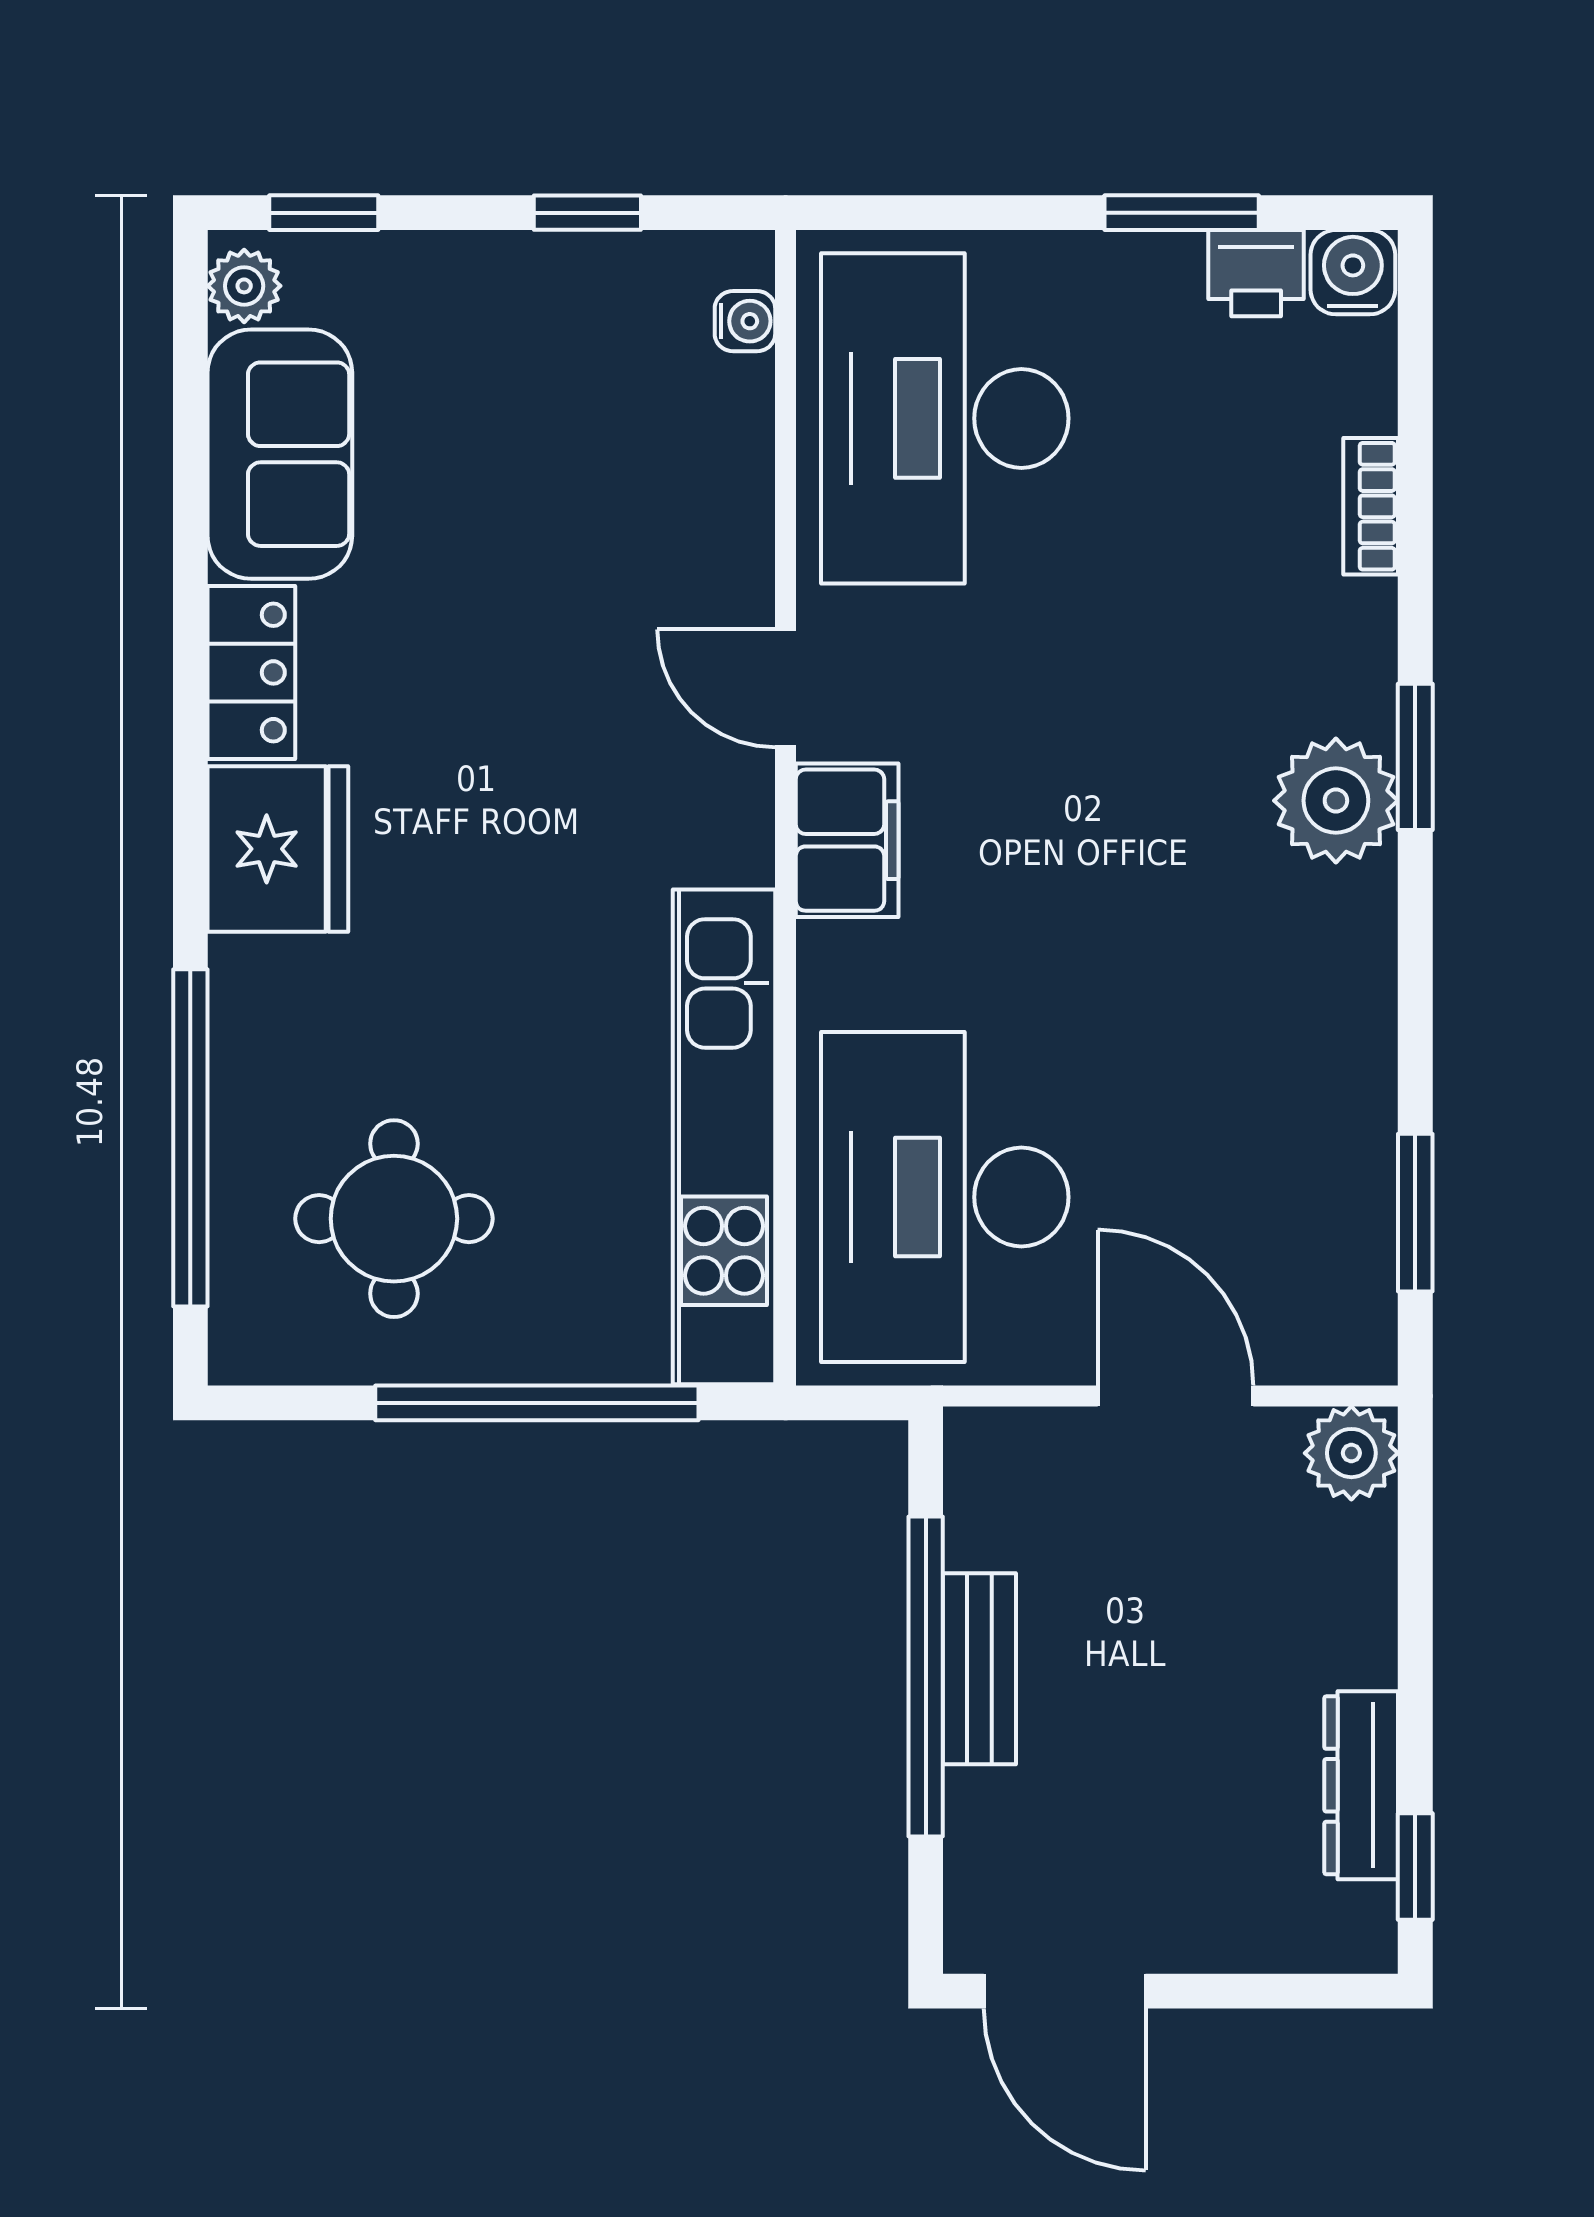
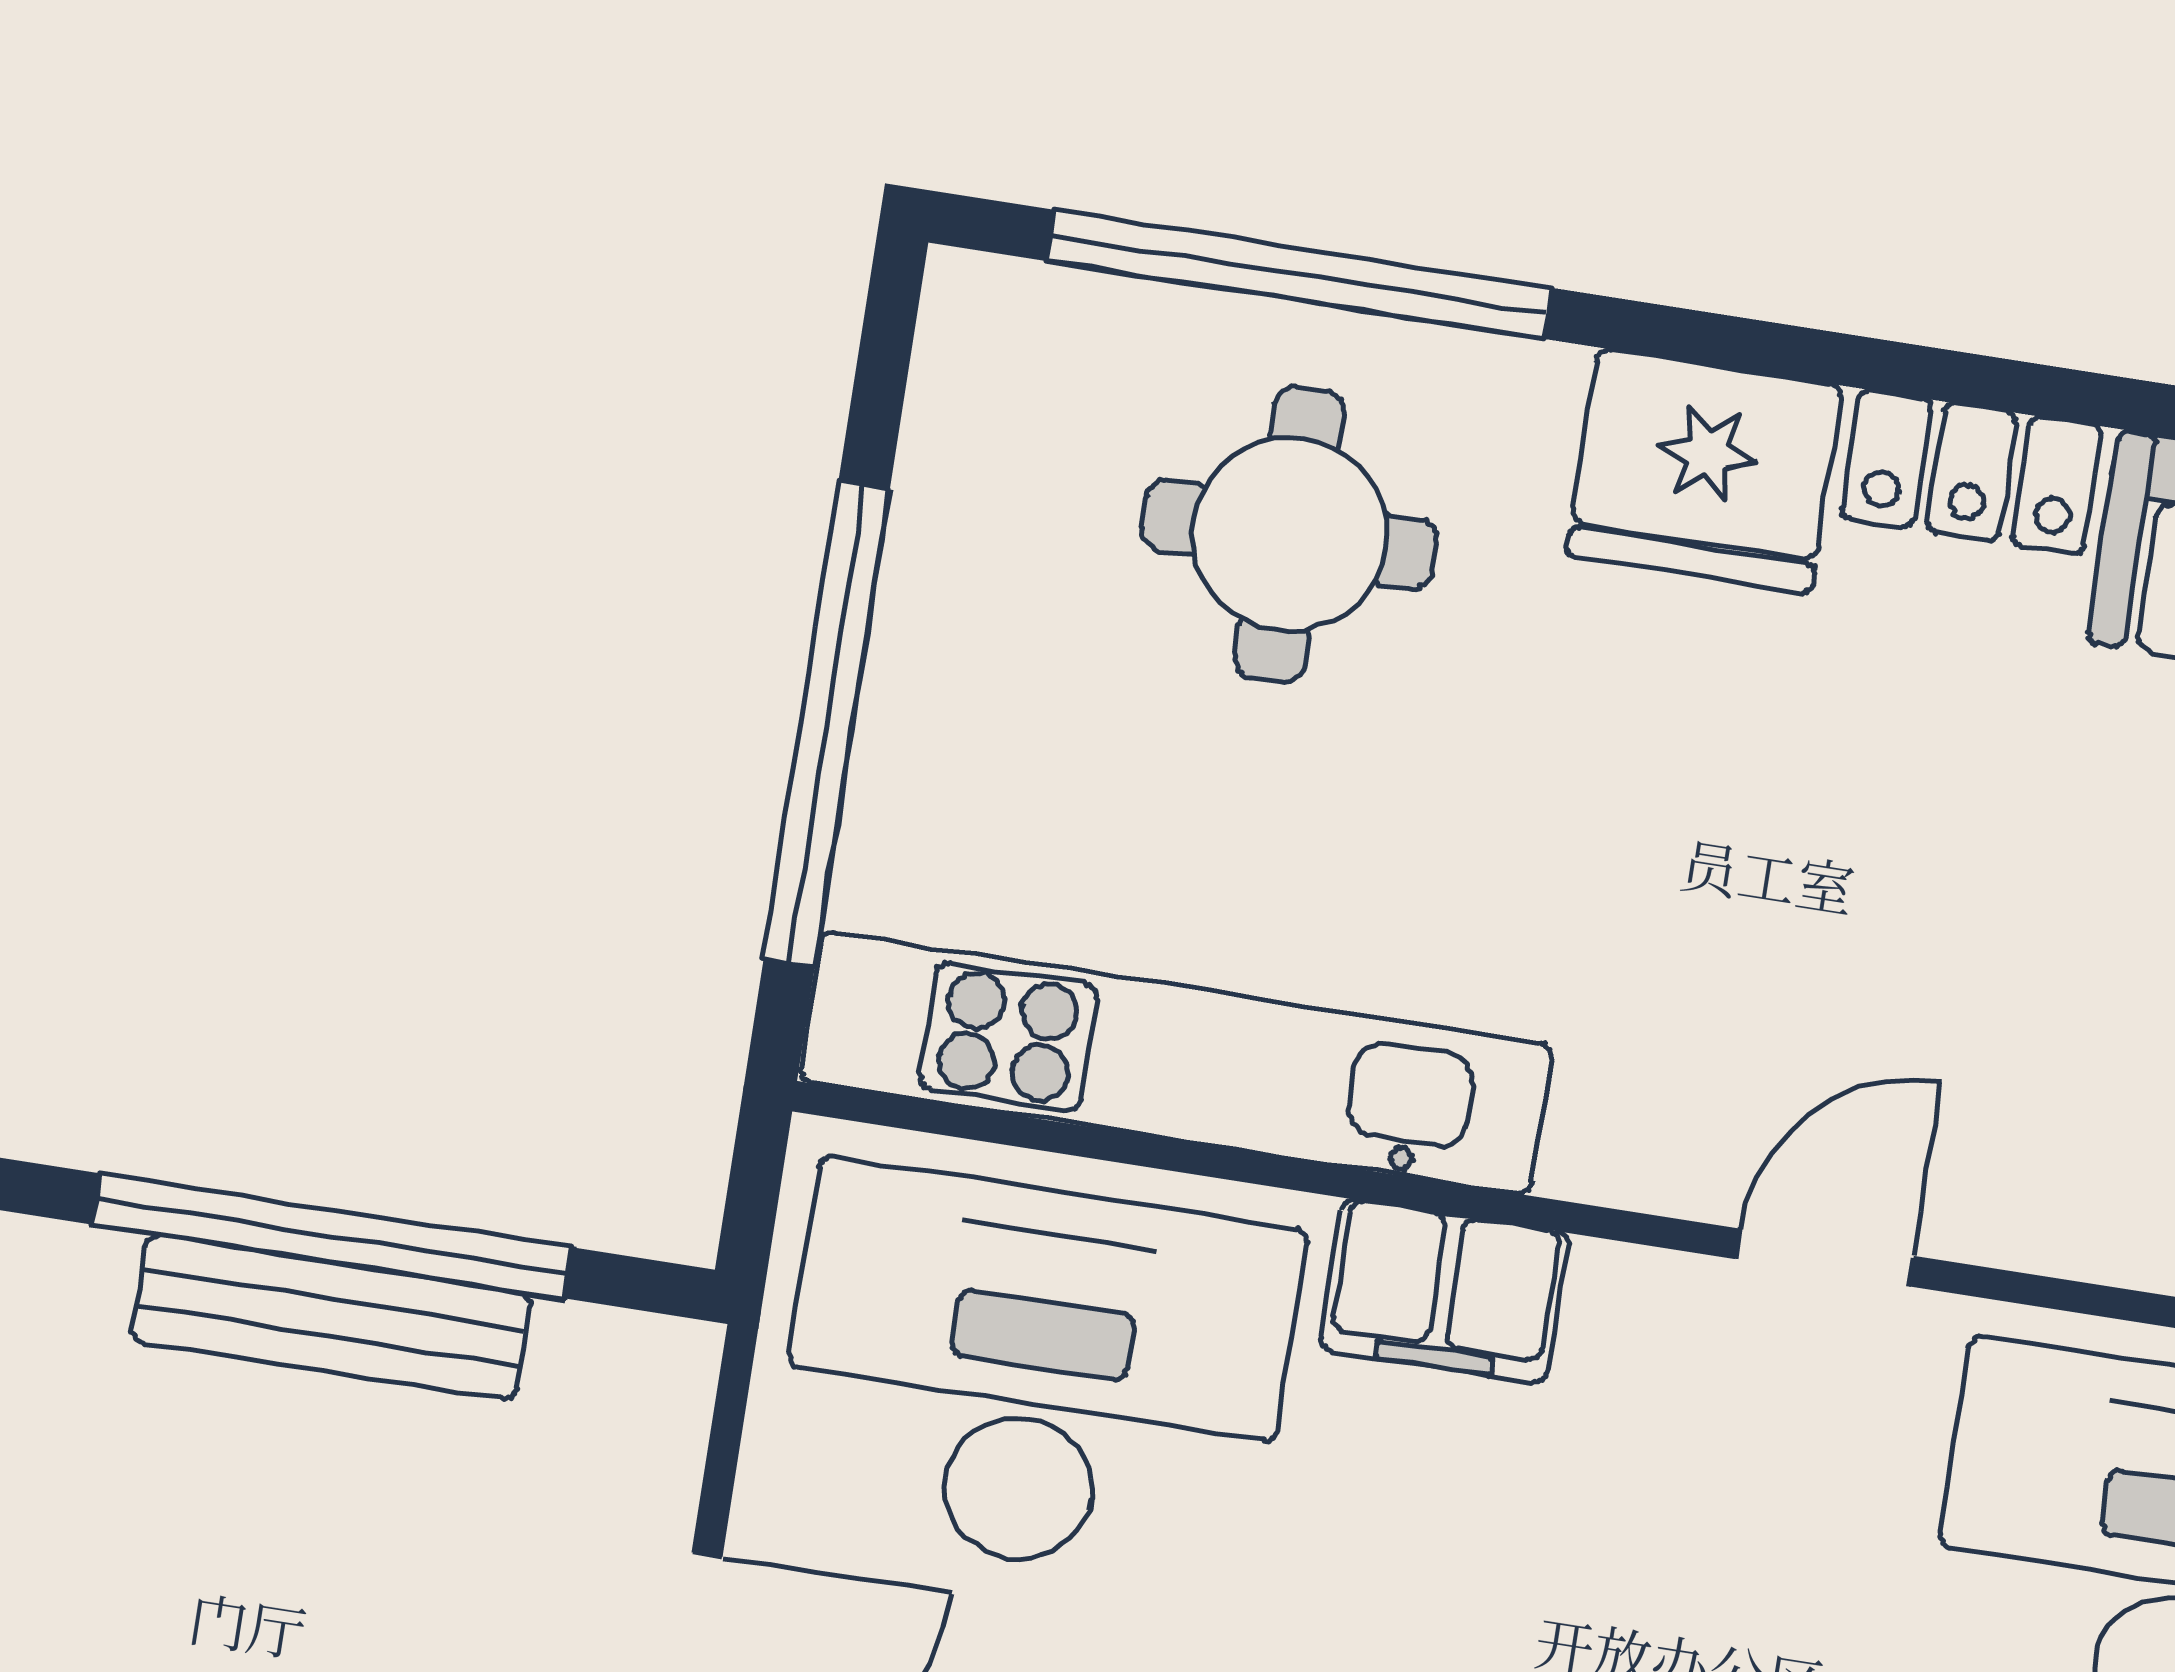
filing cabinet: (847, 840) -> (1445, 1291), moved
round table: (394, 1219) -> (1289, 535), moved
bench: (979, 1669) -> (331, 1317), width x1.36

